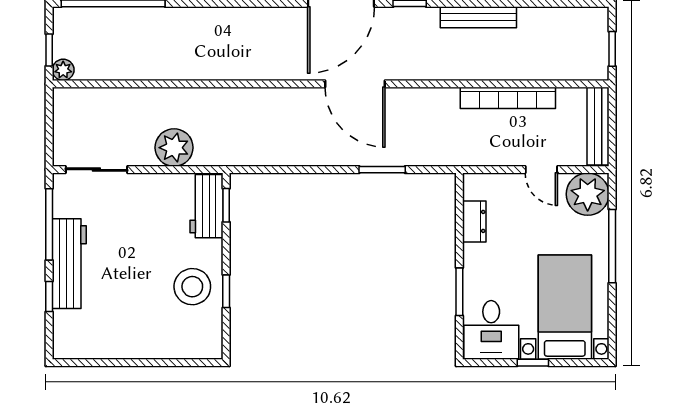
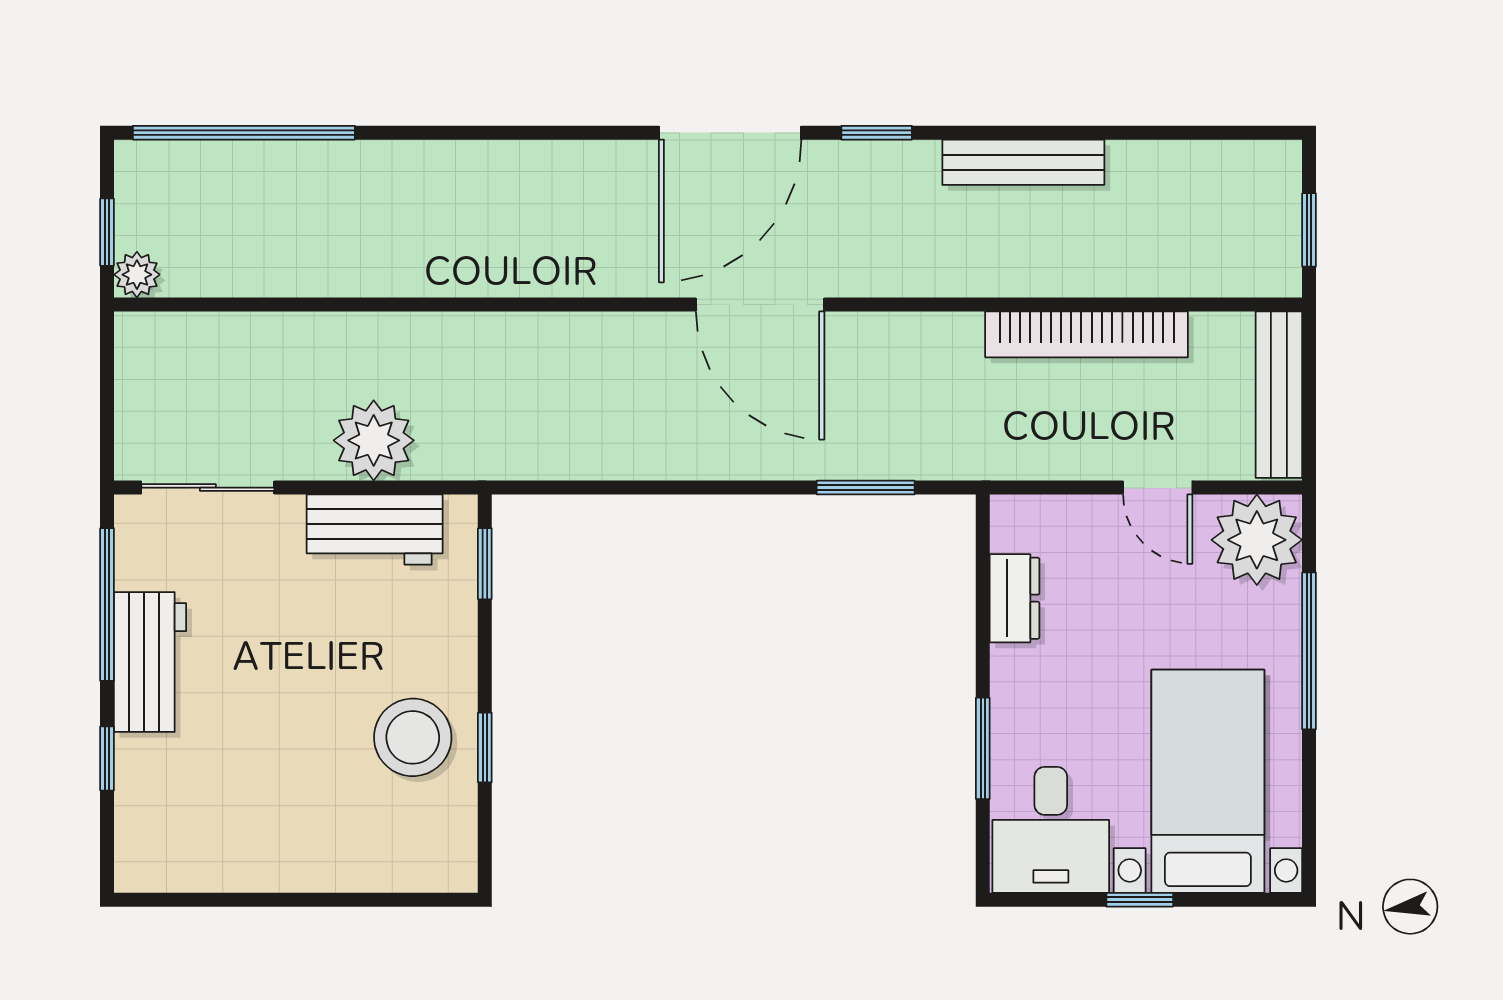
window: (382, 170) -> (866, 488), moved
workbench: (206, 206) -> (375, 530), moved, turned -90
workbench: (69, 264) -> (150, 662), width x0.73

